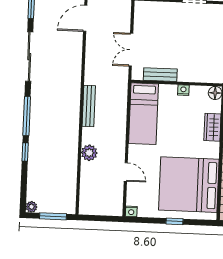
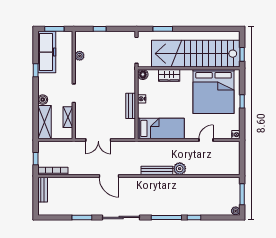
door: (85, 18) -> (109, 176), moved
double door: (131, 50) -> (98, 140), moved
bench: (160, 75) -> (131, 106), moved
plant: (89, 153) -> (180, 169), moved

